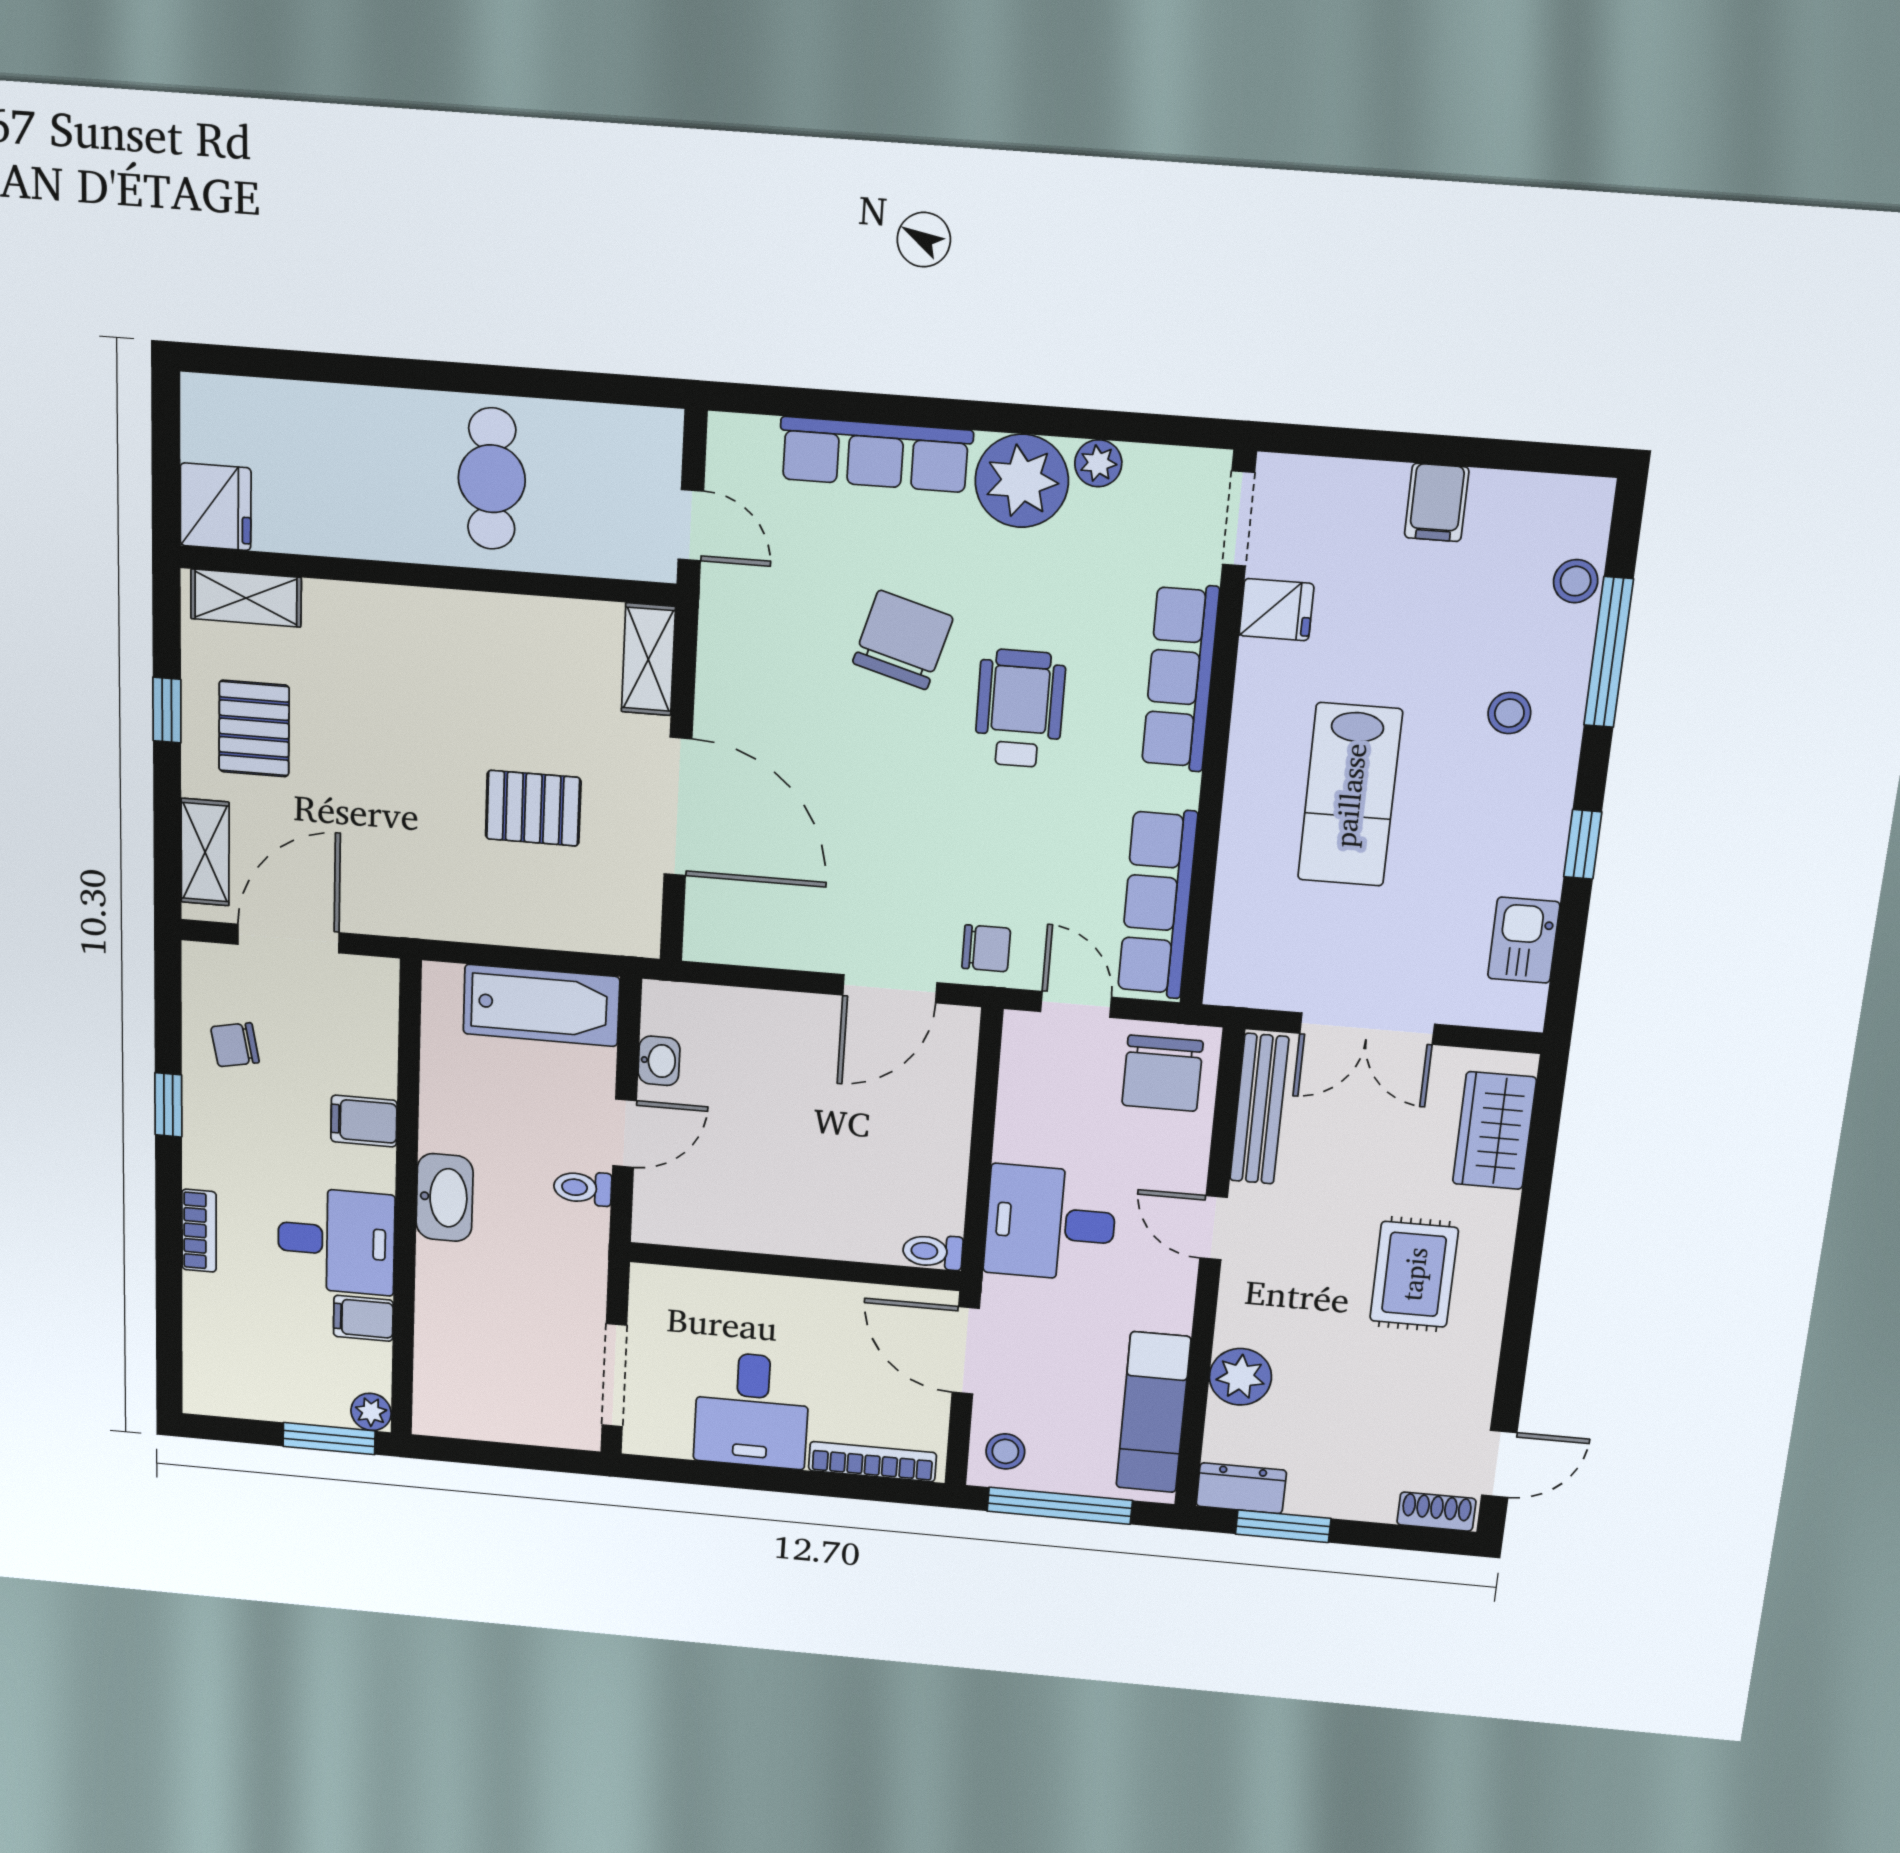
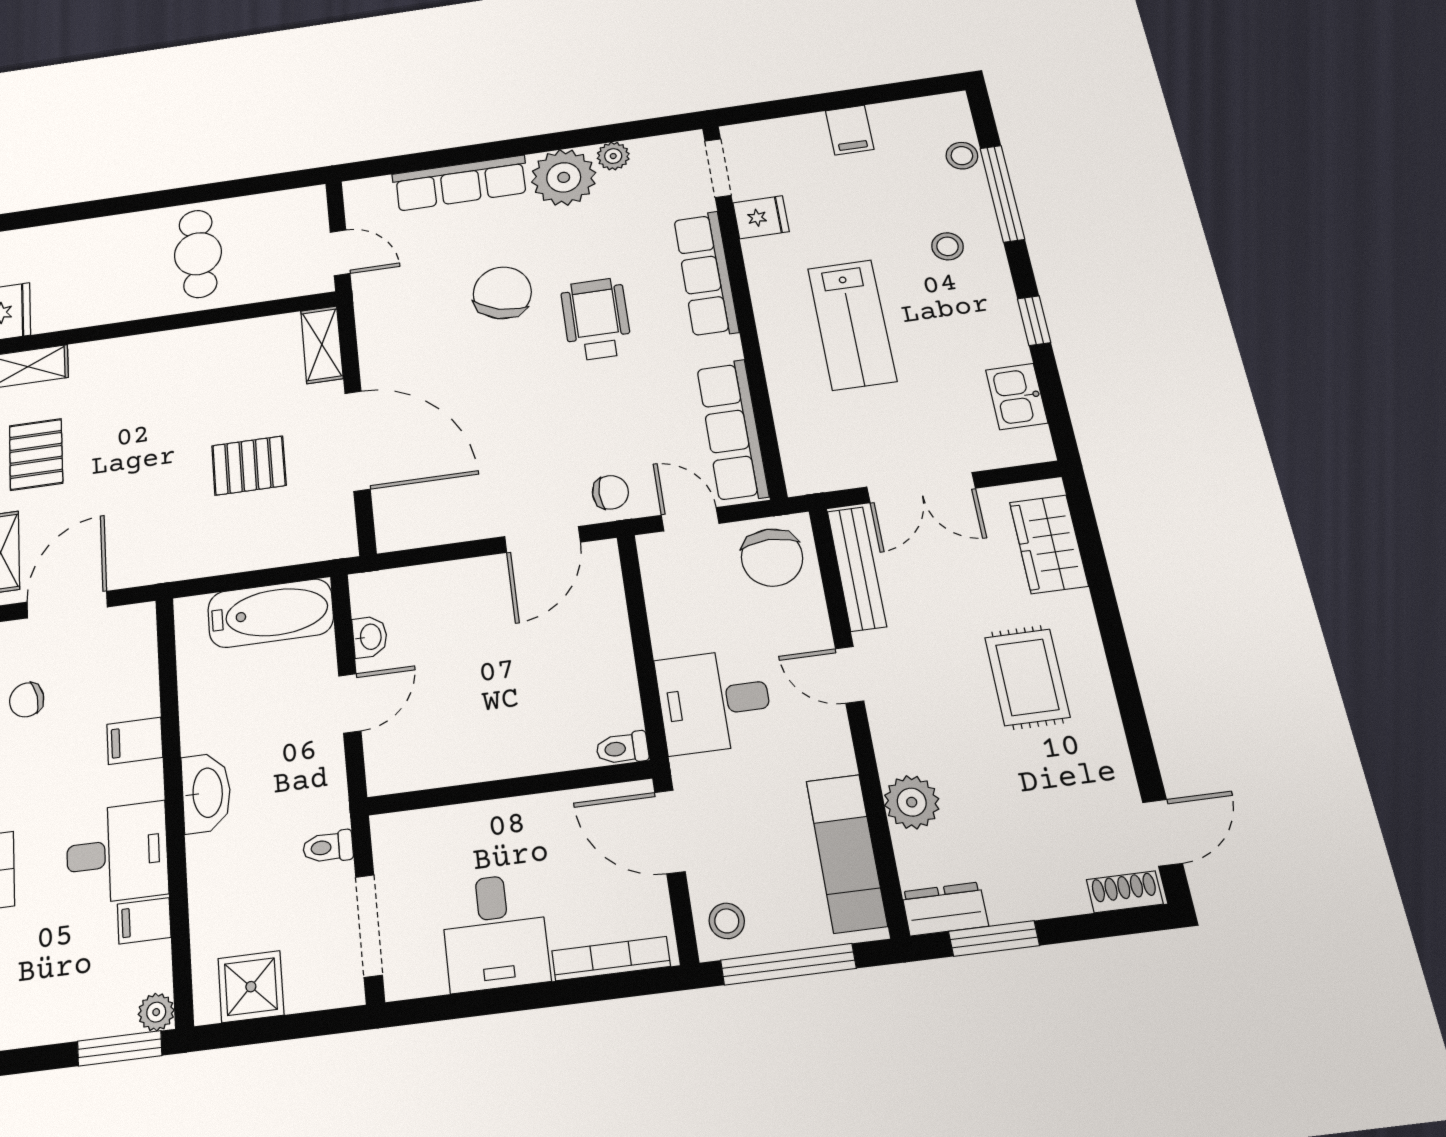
toilet: (583, 1188) -> (328, 847), moved
shower: (477, 1408) -> (251, 987), added

